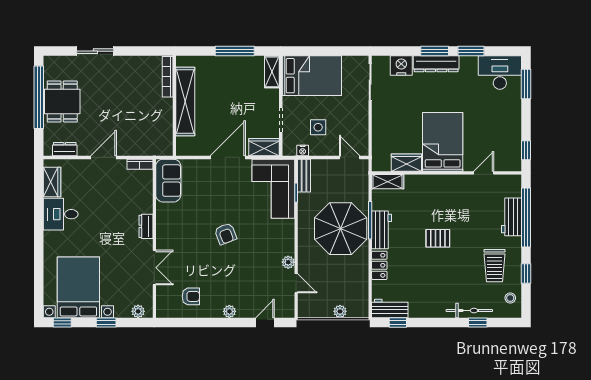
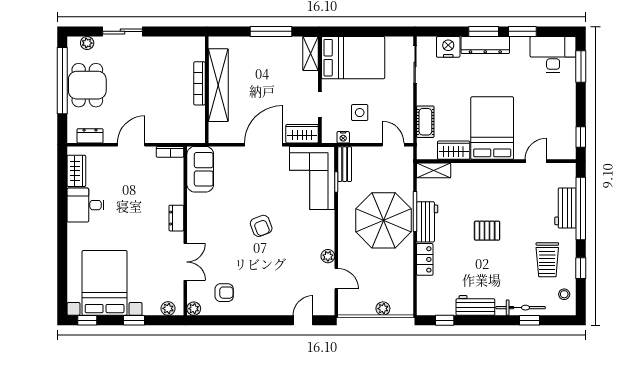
plant: (62, 62) -> (87, 43), added
bookcase: (168, 77) -> (199, 83), moved
cot: (380, 136) -> (425, 122), added
workbench: (390, 308) -> (475, 305), moved
plant: (229, 311) -> (194, 309), moved

